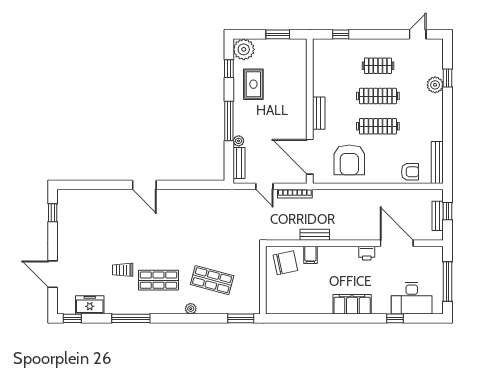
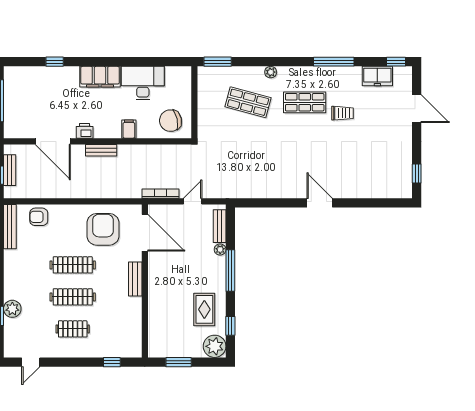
door: (264, 186) -> (193, 201), hinge flipped
bench: (315, 235) -> (101, 150), moved
filing cabinet: (310, 255) -> (129, 129), moved
desk: (412, 298) -> (143, 83), moved

